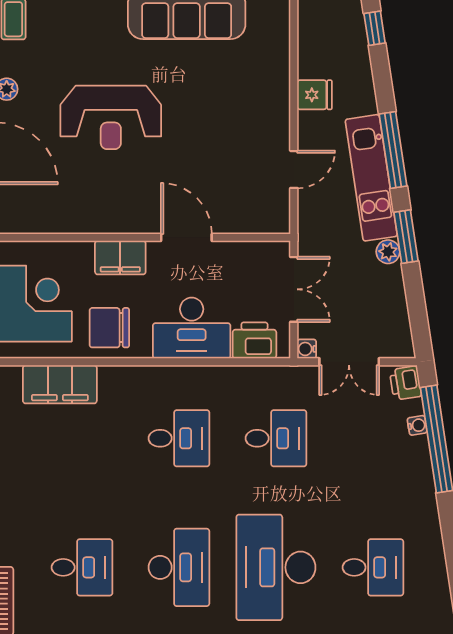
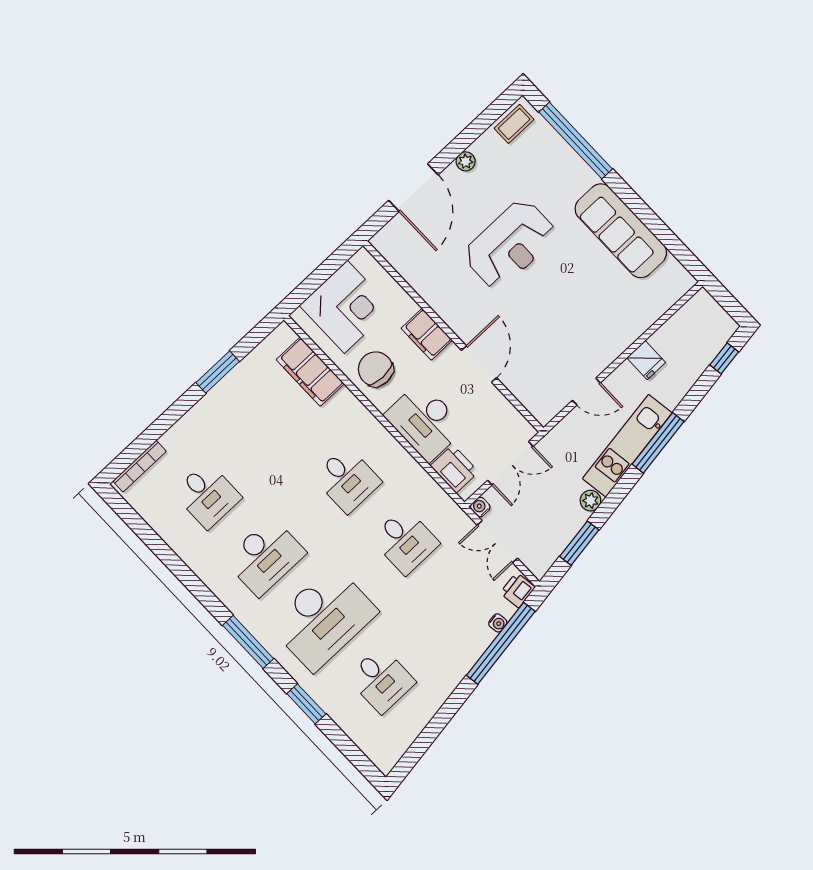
reception desk: (111, 117) -> (510, 244), turned -90
window: (406, 237) -> (579, 543), moved
desk: (276, 567) -> (323, 618), turned 180

